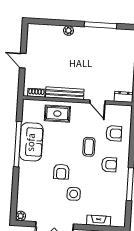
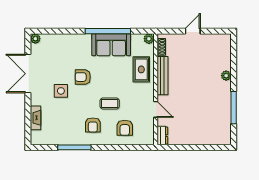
door: (98, 102) -> (156, 109), swing flipped
plant: (28, 104) -> (149, 39), added

